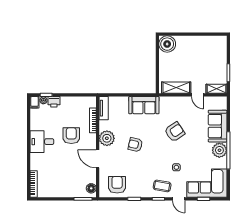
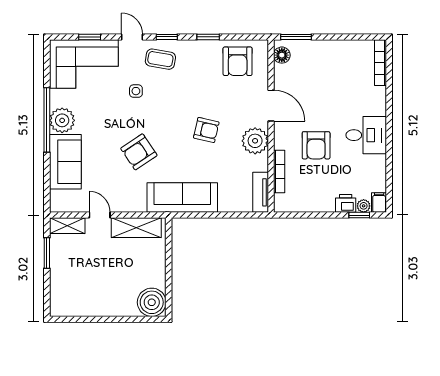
sofa: (144, 105) -> (182, 197), width x1.36

